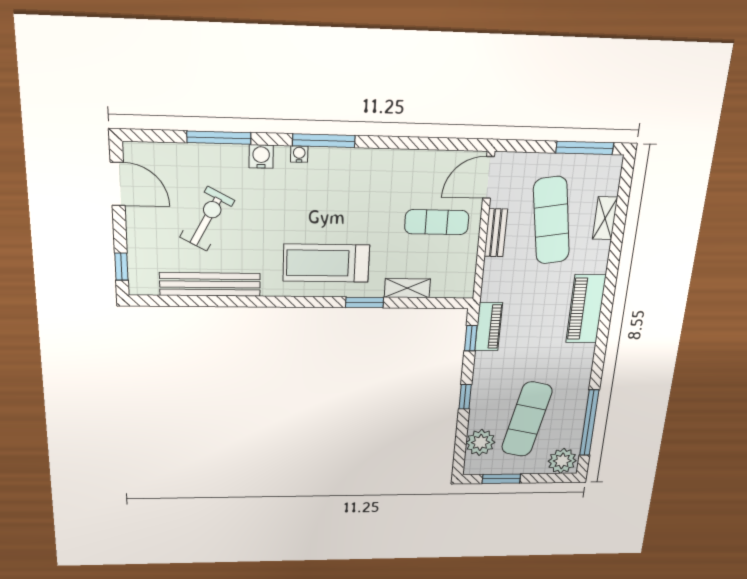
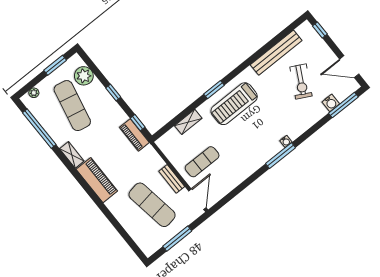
window: (219, 138) -> (343, 105), moved
window: (585, 148) -> (177, 239), moved
water cooler: (261, 156) -> (331, 103), moved
shelving: (605, 218) -> (72, 155), moved
treadmill: (326, 263) -> (234, 104), turned 180
window: (364, 302) -> (214, 90), moved
plant: (562, 461) -> (34, 93), width x0.53, depth x0.53

